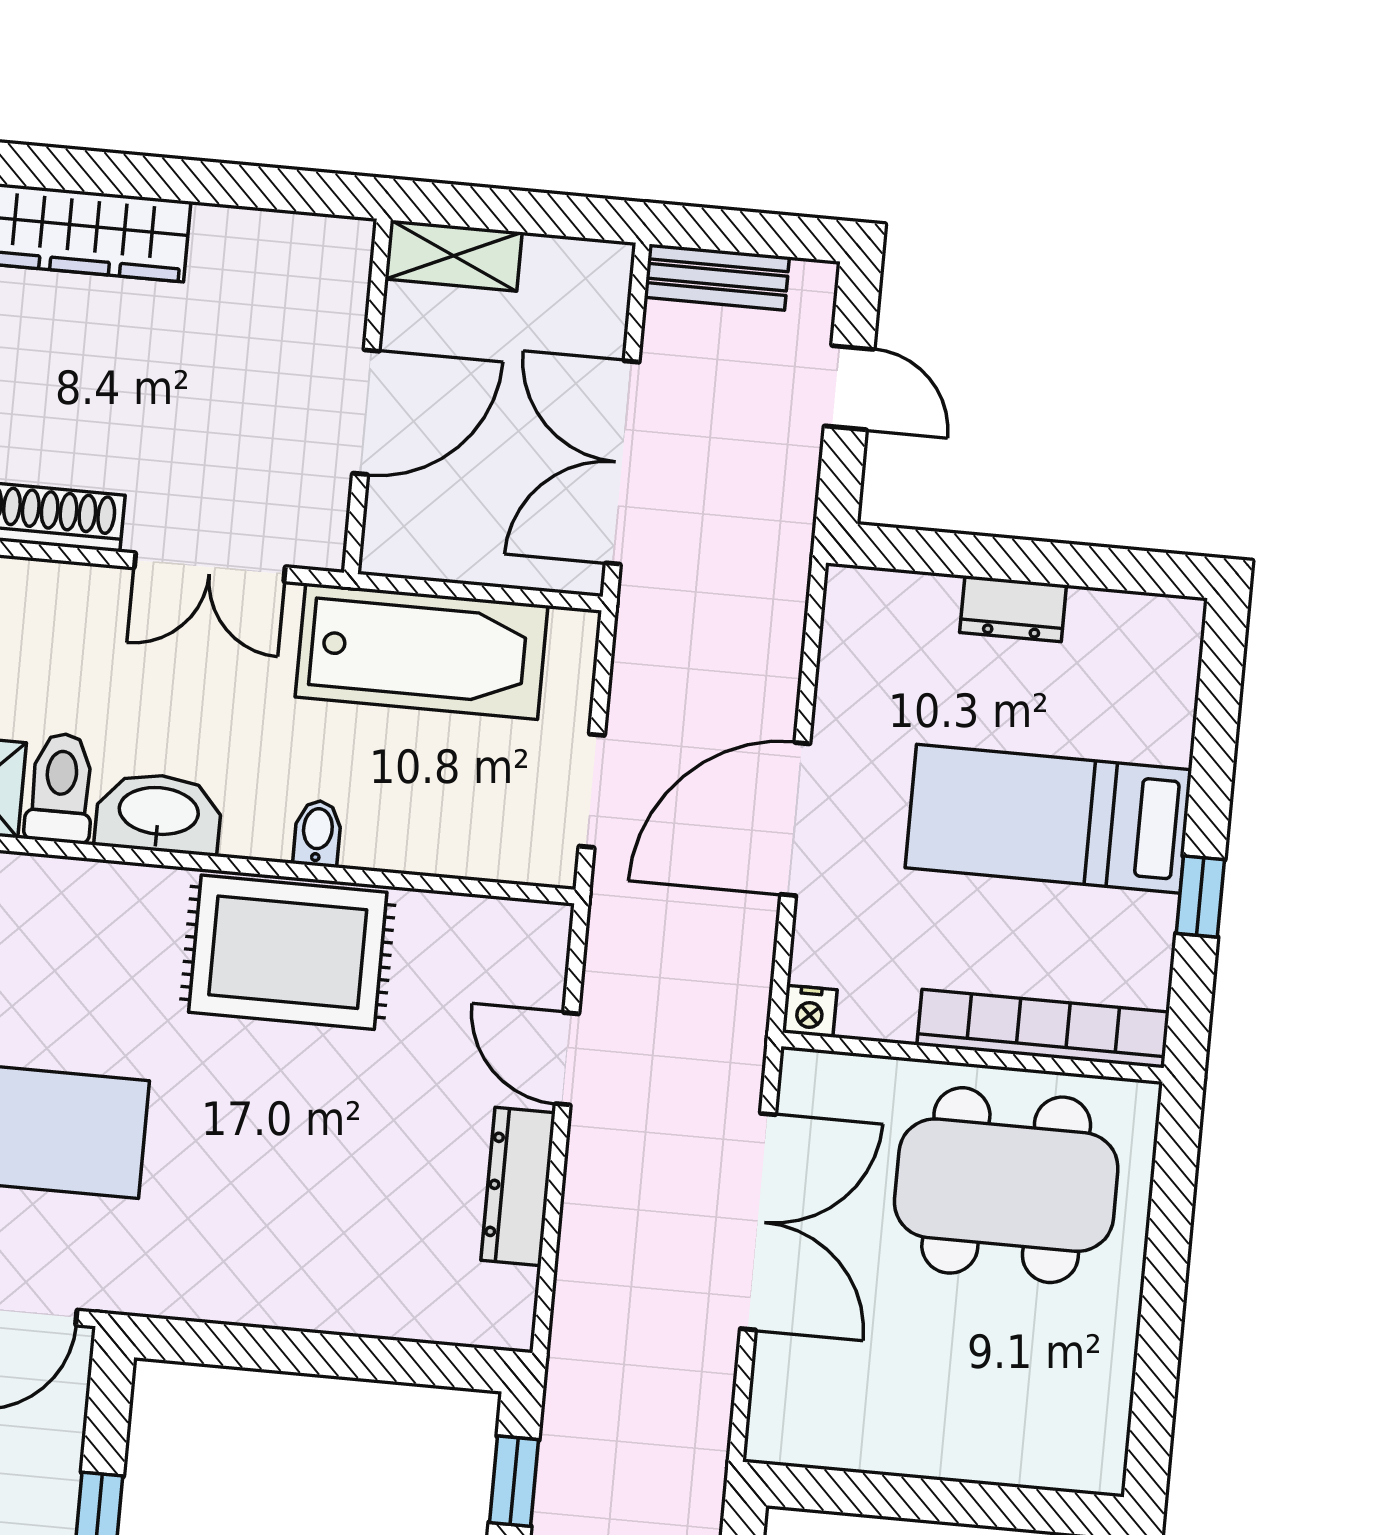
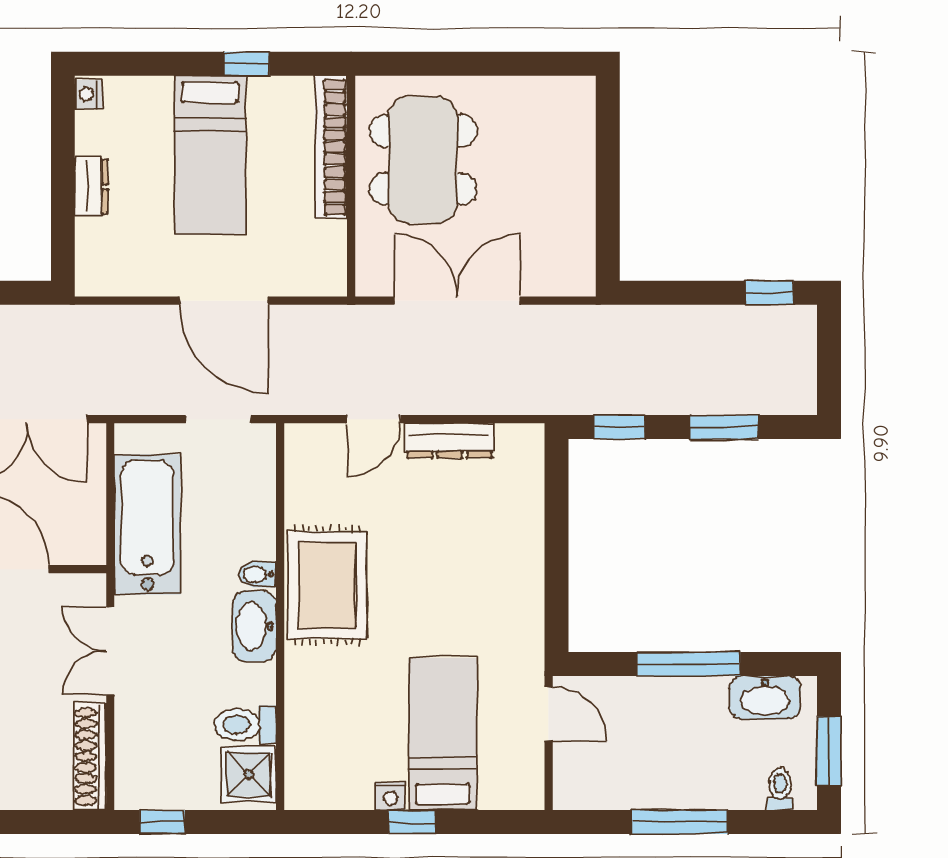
double door: (210, 567) -> (110, 651), swing flipped
washbasin: (159, 813) -> (254, 626), moved
nightstand: (810, 1011) -> (88, 94), moved, turned 180

